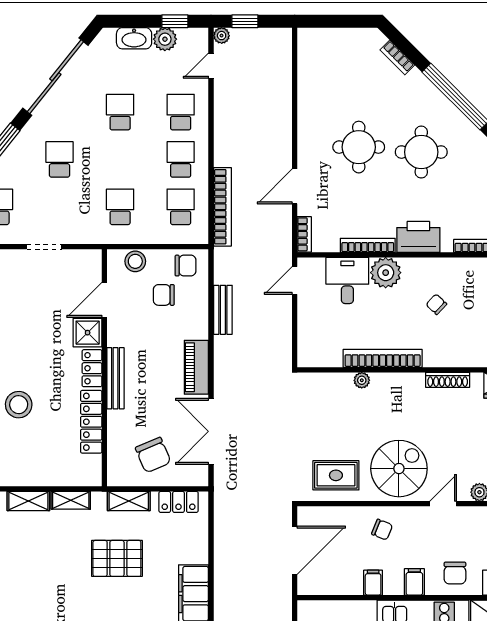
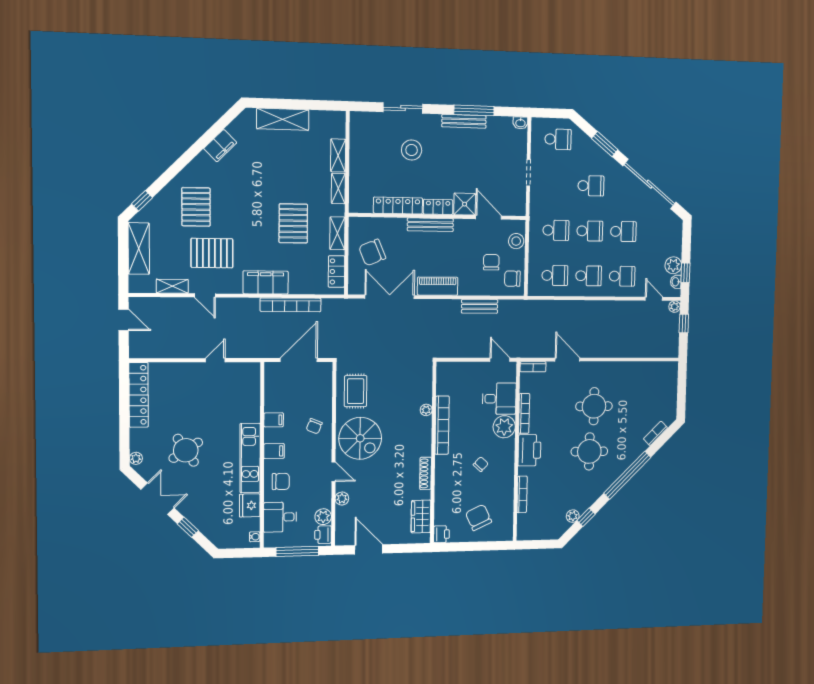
washbasin: (134, 38) -> (676, 282), moved, width x0.52, depth x0.69
school desk: (120, 159) -> (590, 231), added
bookcase: (222, 207) -> (291, 305), moved
chair: (185, 266) -> (512, 279), turned 90
door: (295, 550) -> (299, 360), swing flipped
chair: (455, 573) -> (281, 481), turned 180

